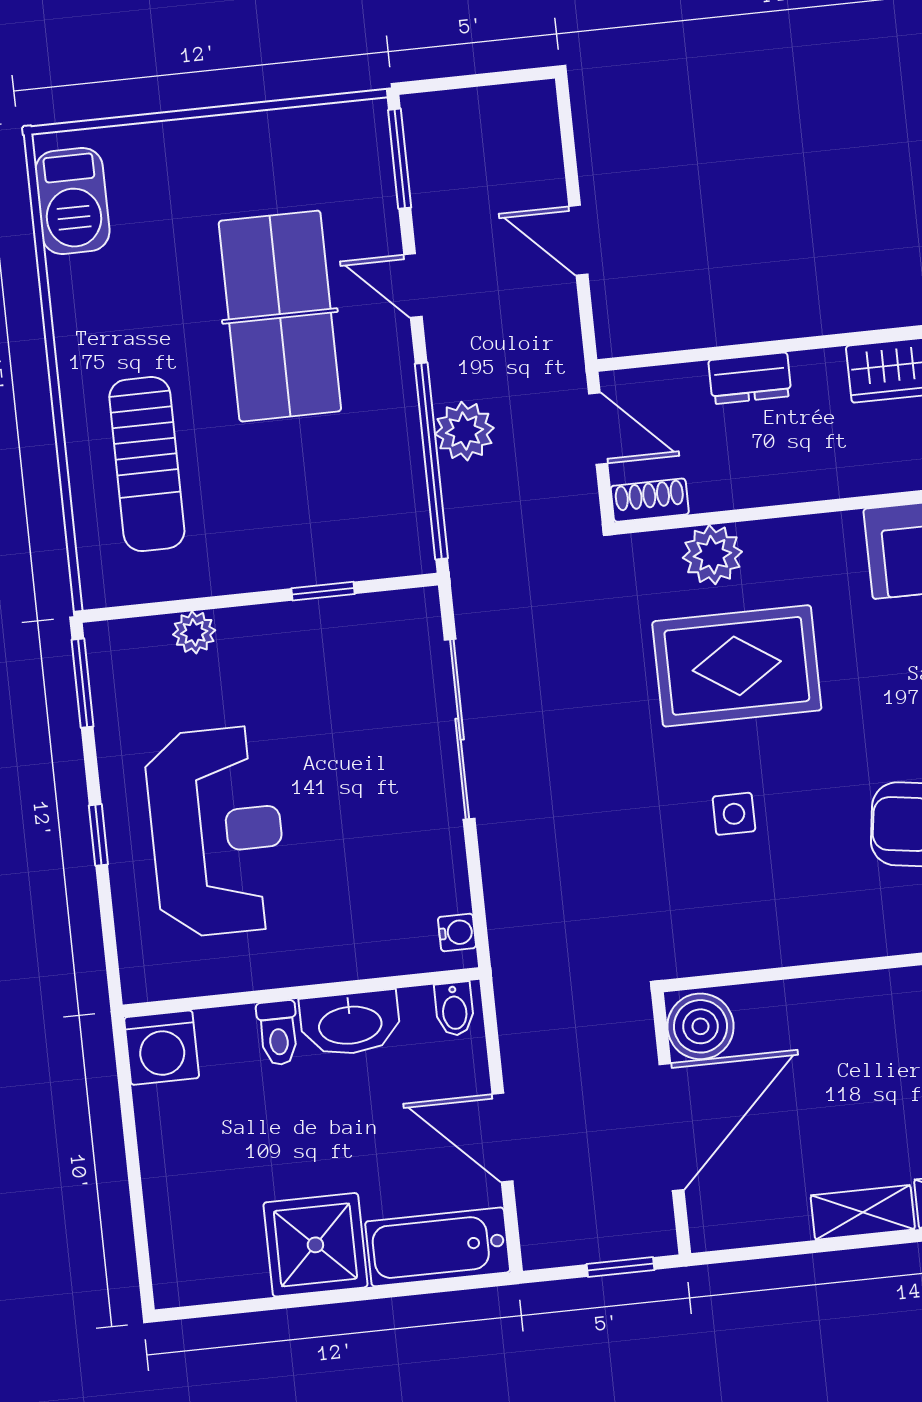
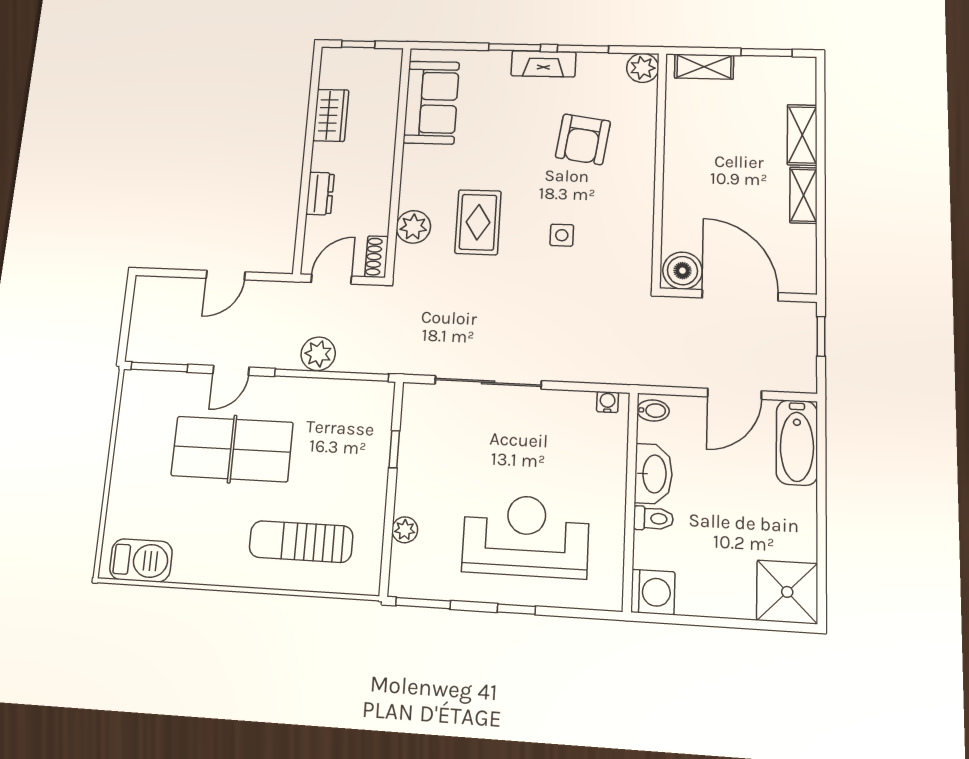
sun lounger: (147, 464) -> (301, 542), turned 180
rug: (737, 666) -> (478, 222), width x0.73, depth x0.70
shower: (315, 1245) -> (787, 592), moved

